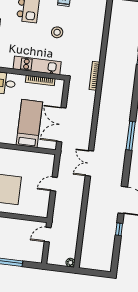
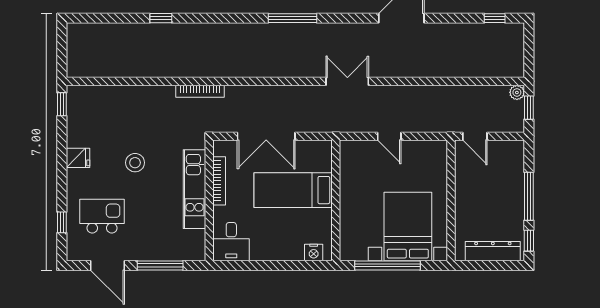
double door: (61, 125) -> (266, 136), moved
double door: (89, 163) -> (347, 81), swing flipped
window: (119, 229) -> (495, 18), moved
window: (61, 268) -> (529, 108), added

